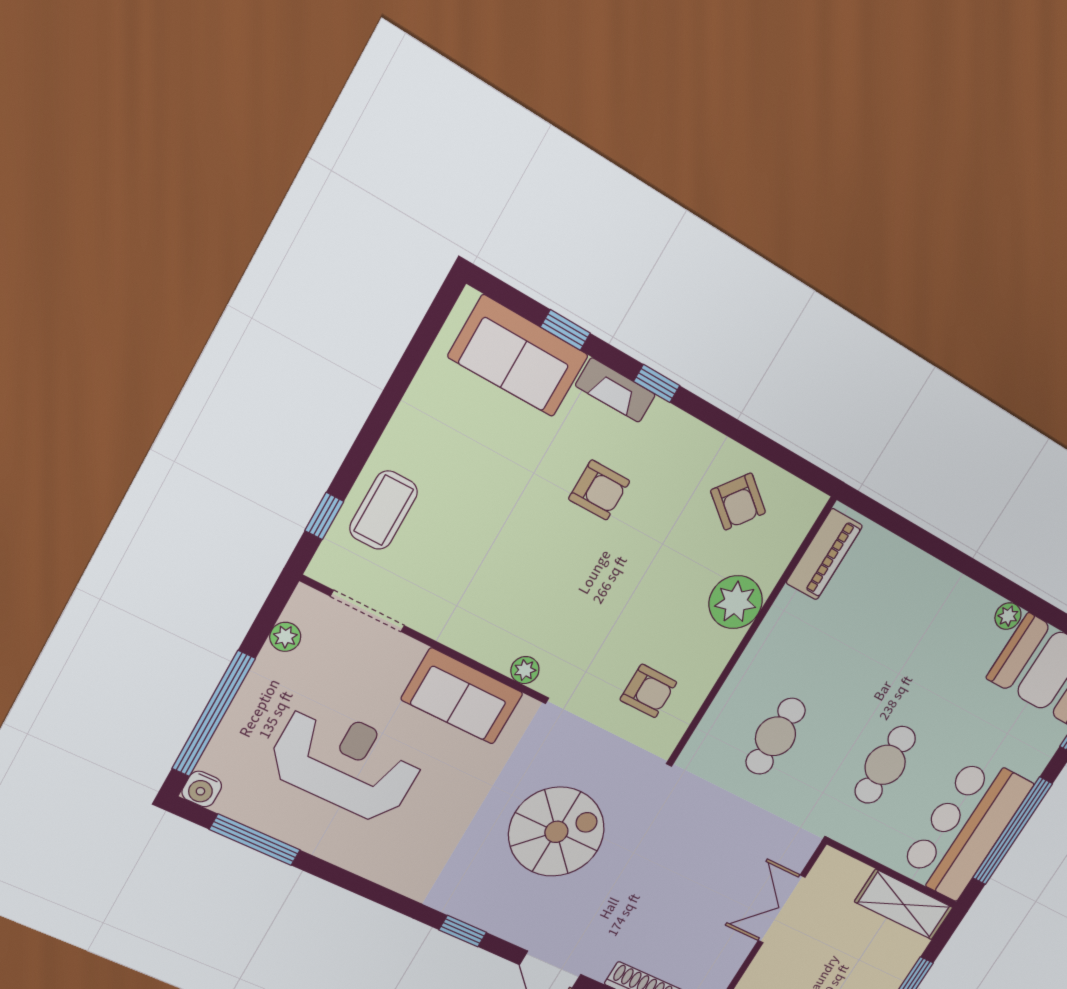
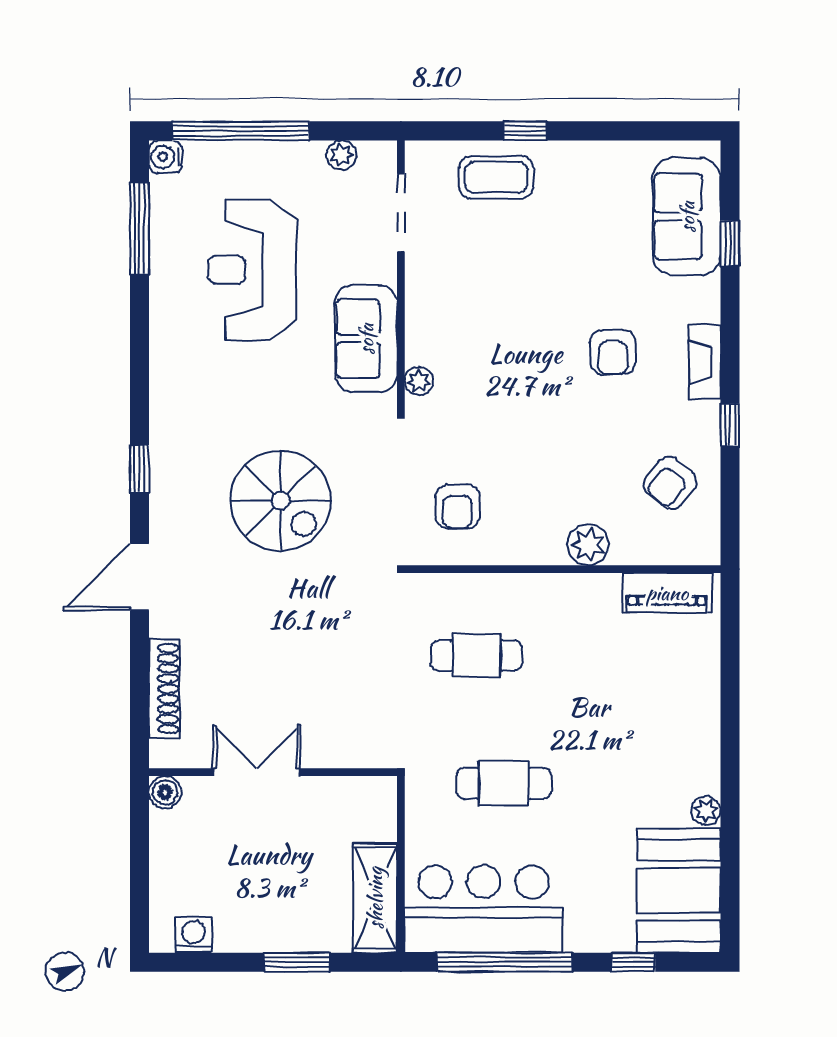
window: (657, 383) -> (730, 425), moved
fireplace: (615, 390) -> (705, 362), moved
window: (324, 516) -> (525, 131), moved
plant: (736, 602) -> (588, 545), width x0.73, depth x0.73
reception desk: (346, 763) -> (252, 270), turned 180
double door: (782, 909) -> (257, 772), moved

